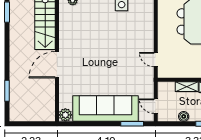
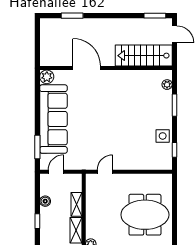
door: (57, 65) -> (87, 68), moved

